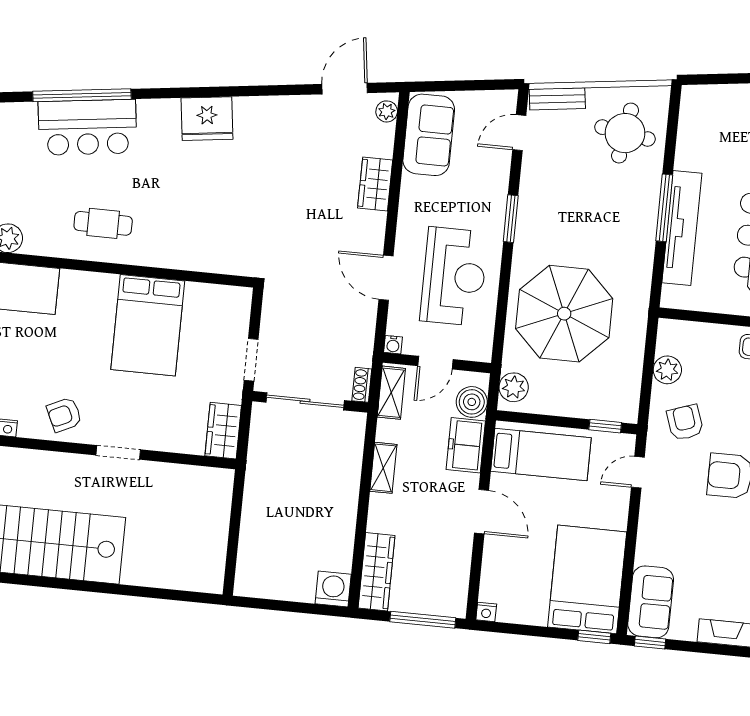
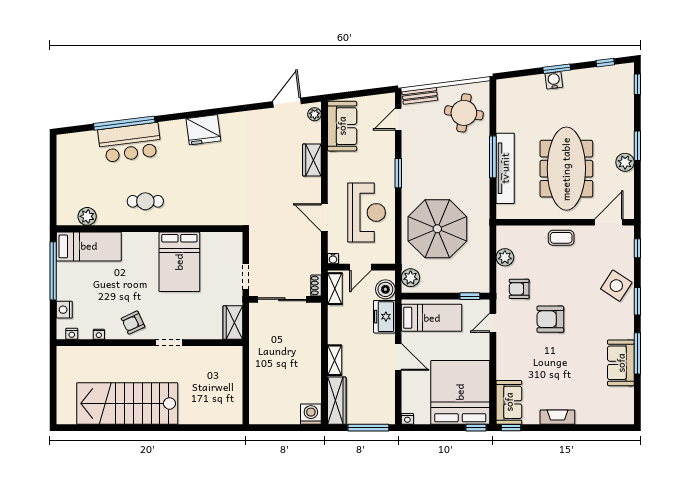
armchair: (685, 422) -> (519, 289), turned -71
shelving: (383, 468) -> (335, 360), moved
bed: (587, 579) -> (460, 392), width x1.36

